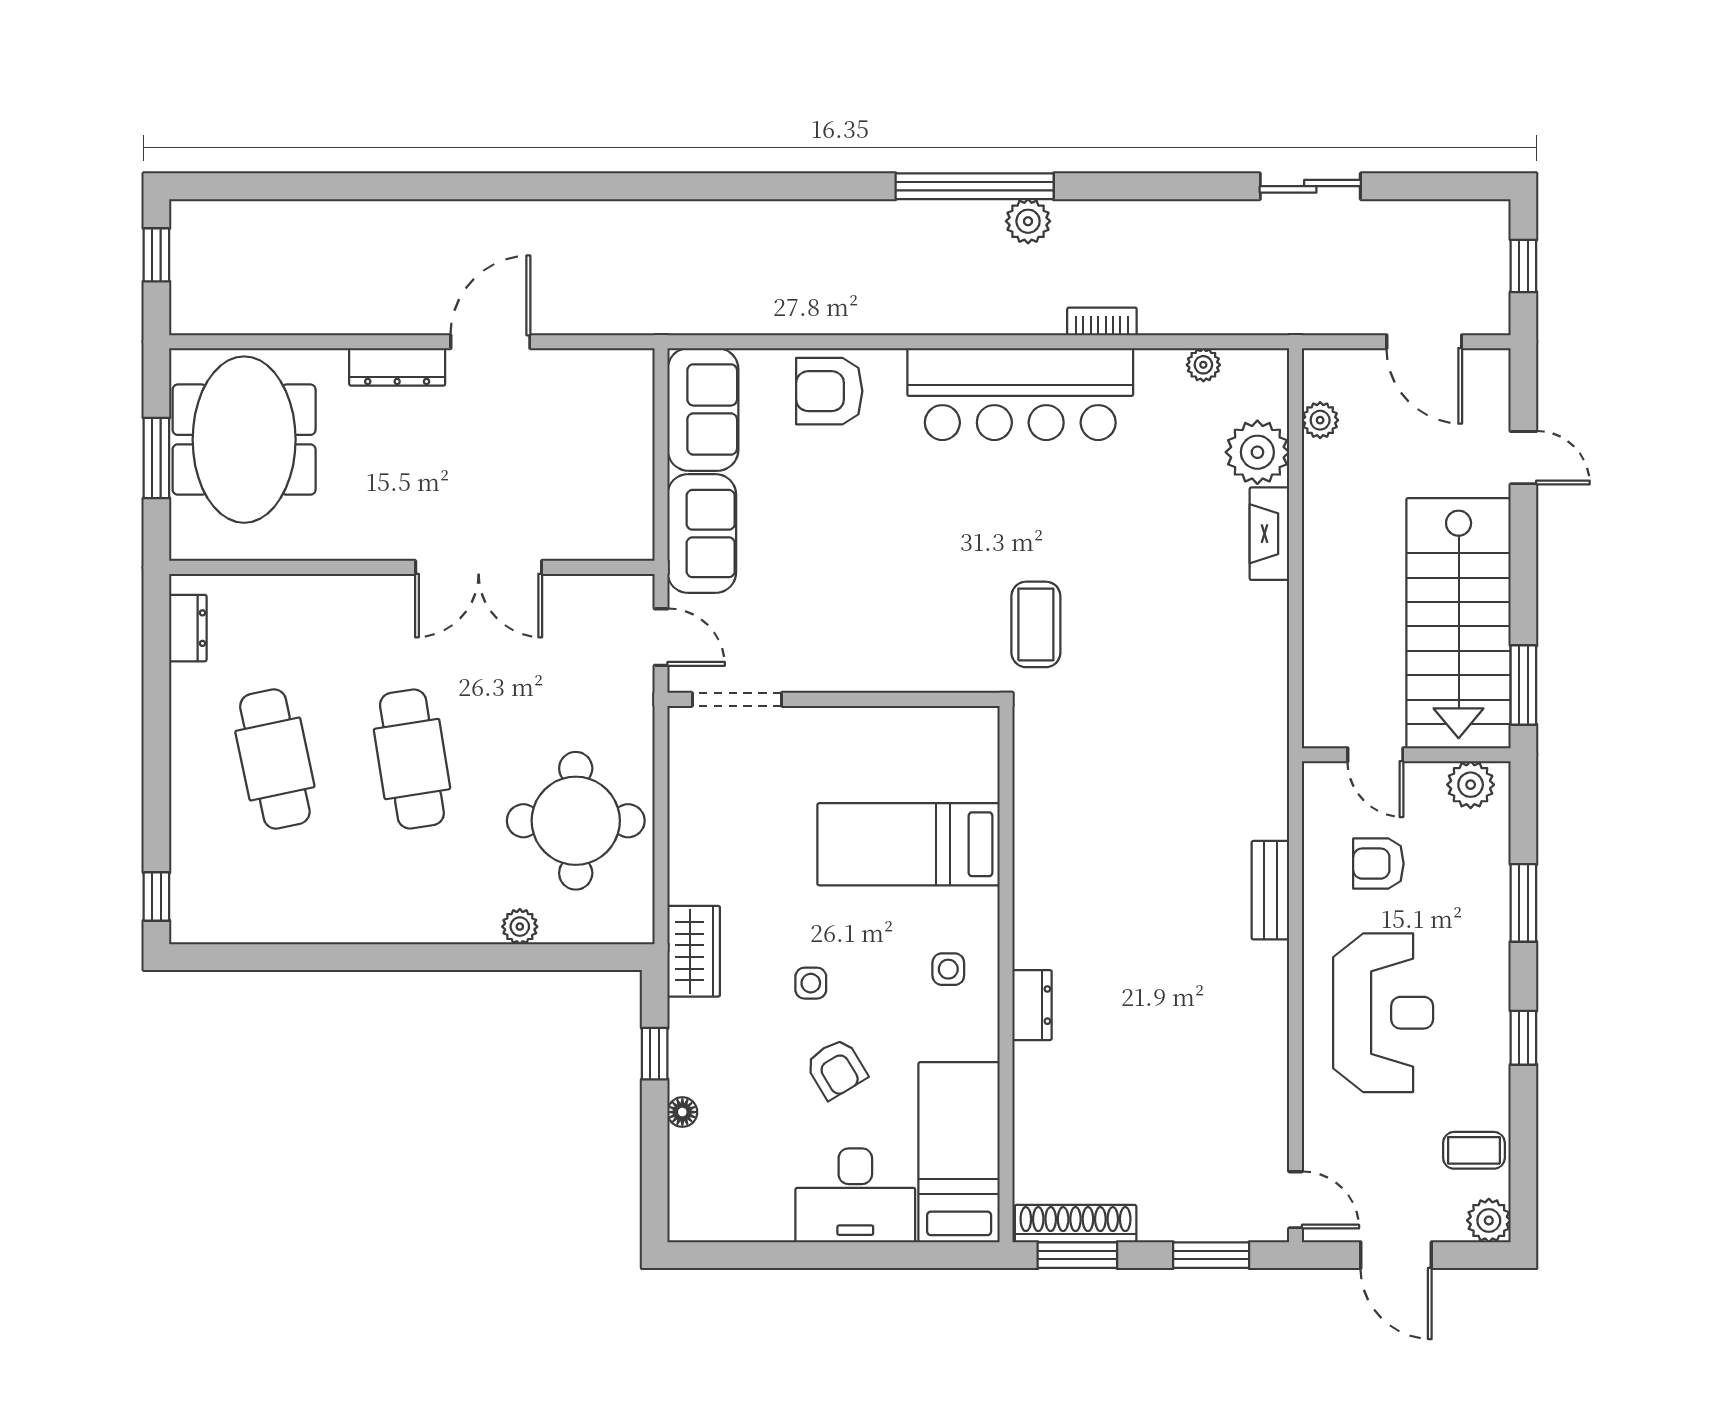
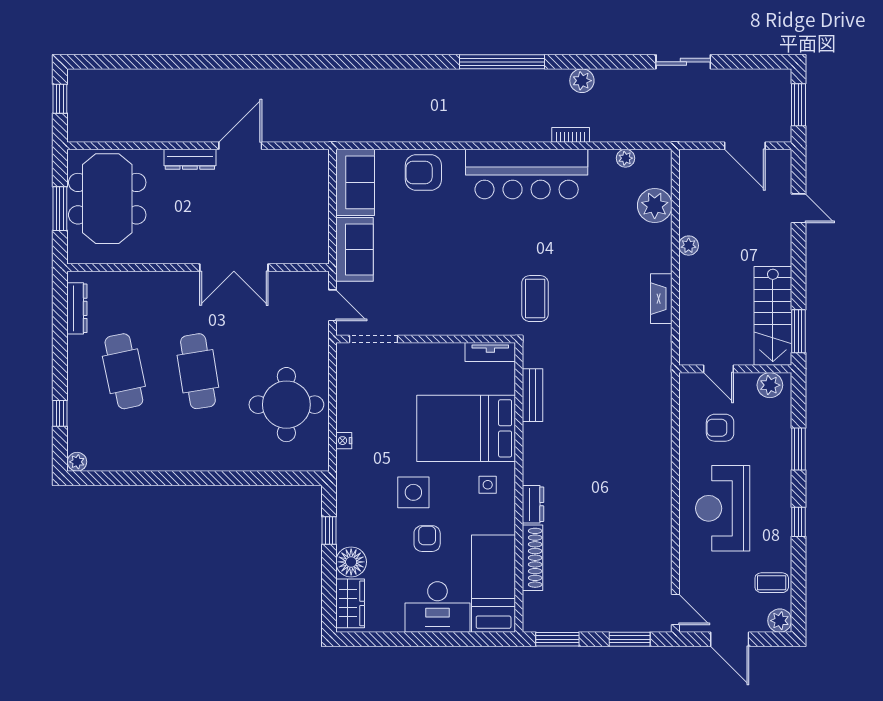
plant: (1028, 221) -> (582, 81), moved
window: (1523, 266) -> (798, 105), width x1.50
plant: (1320, 420) -> (689, 246), moved
fireplace: (1269, 534) -> (661, 299), moved
stairs: (1459, 623) -> (773, 316), width x0.73, depth x0.66
dresser: (188, 628) -> (77, 308), width x1.44
tv unit: (953, 724) -> (490, 352), added
bed: (909, 844) -> (466, 428), width x1.50
nightstand: (682, 887) -> (344, 441), added
bench: (1270, 890) -> (532, 395), moved
window: (156, 897) -> (60, 413), moved
plant: (520, 927) -> (77, 462), moved
wardrobe: (694, 951) -> (350, 603), moved
side table: (811, 983) -> (413, 492), width x1.87, depth x1.87
reception desk: (1383, 1013) -> (723, 508), turned 180
armchair: (836, 1069) -> (427, 539), turned -149
floor lamp: (682, 1112) -> (351, 562), width x1.89, depth x1.89
shoe rack: (1076, 1224) -> (532, 558), moved, turned 90

